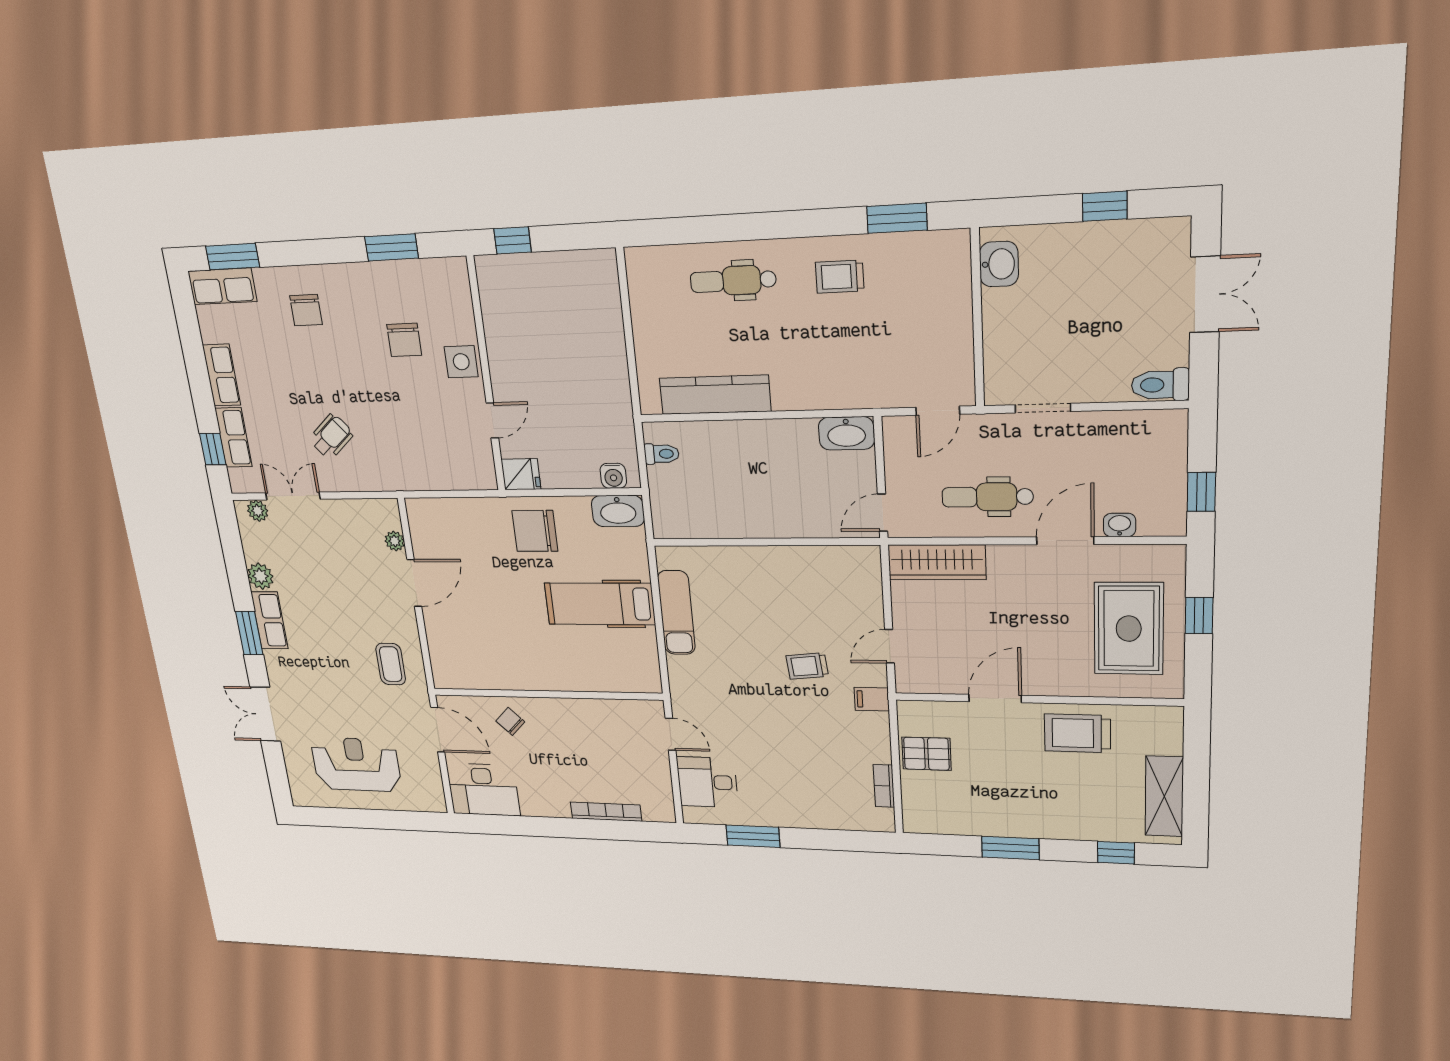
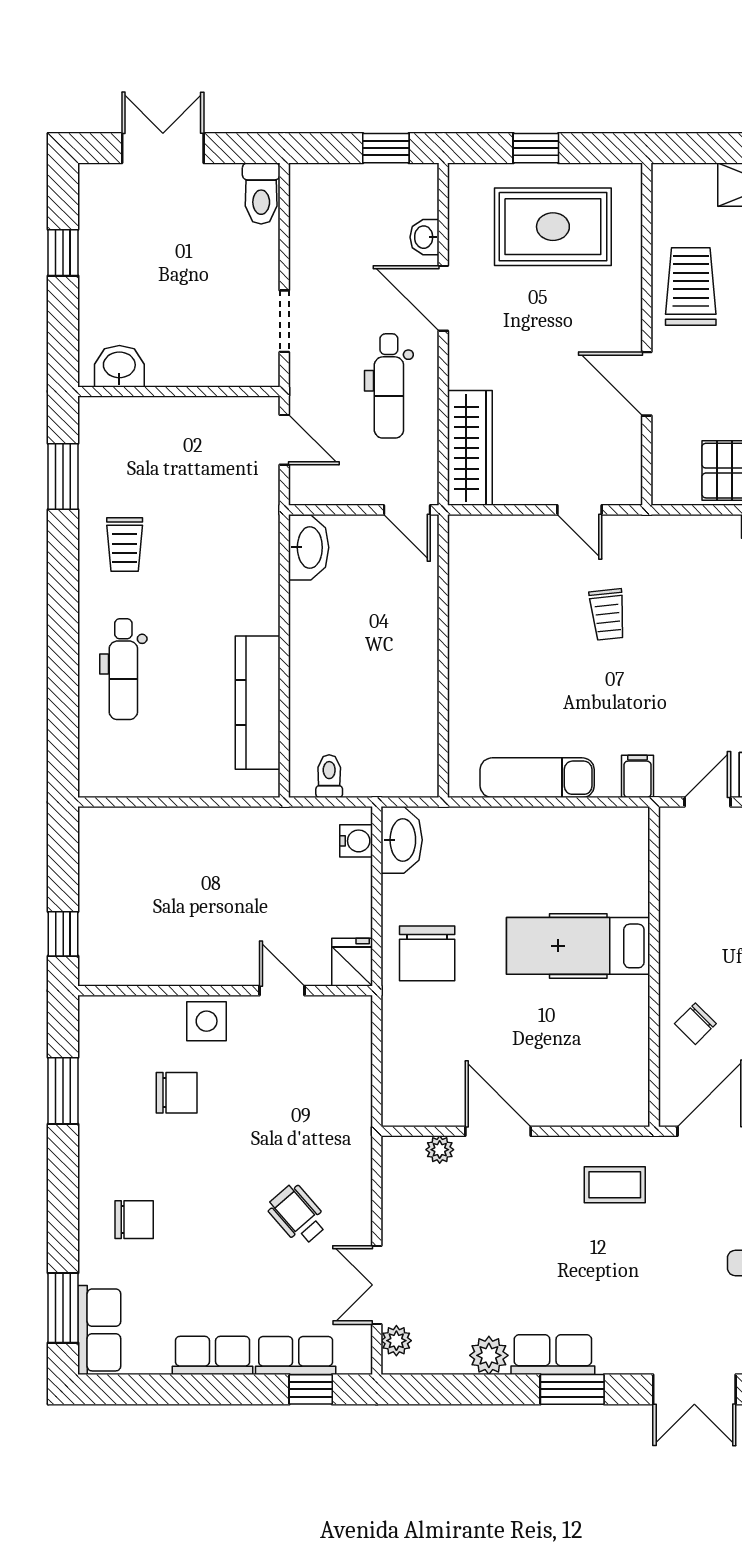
hospital bed: (600, 604) -> (578, 946), moved, turned 90
filing cabinet: (872, 699) -> (637, 776), moved, turned 180
trolley: (1077, 733) -> (691, 286), turned 180

